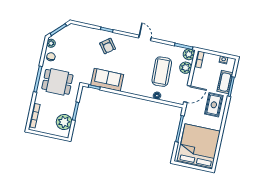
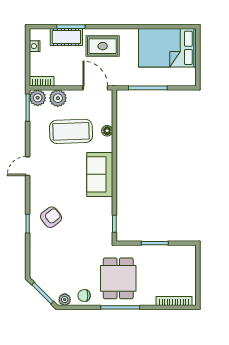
sofa: (107, 80) -> (100, 174), moved
plant: (64, 122) -> (174, 256), removed
bed: (199, 147) -> (167, 48), width x0.73

